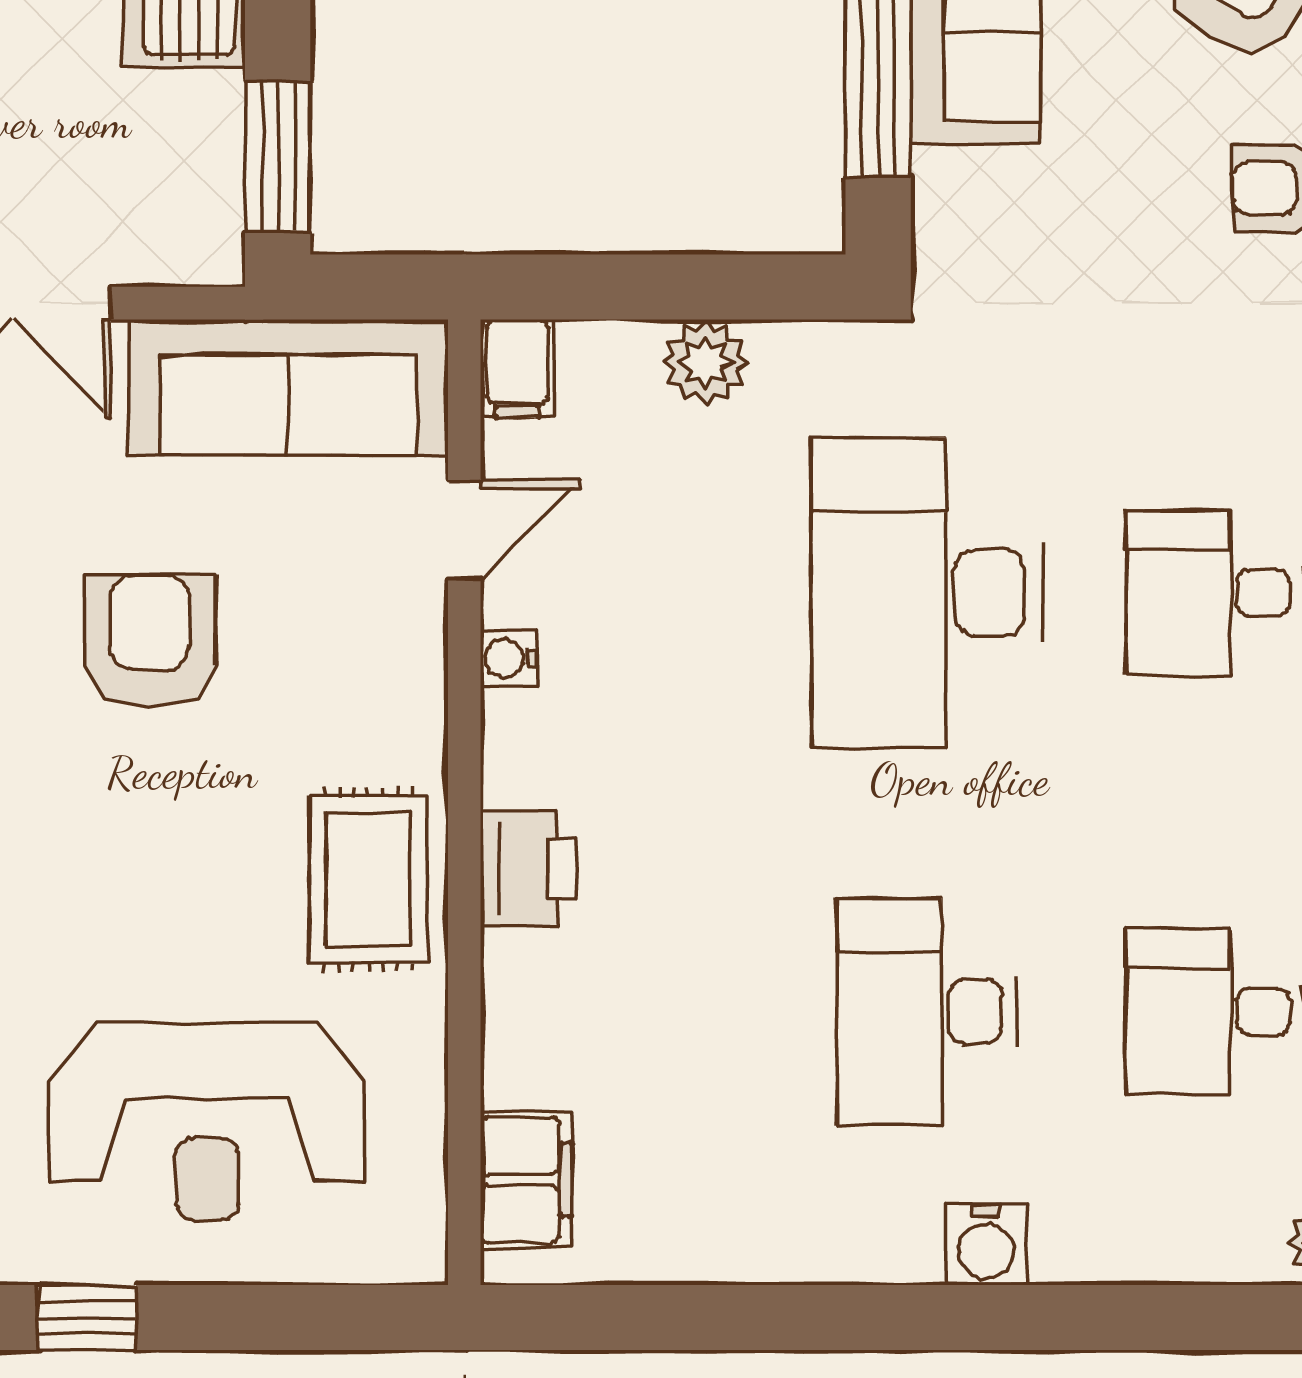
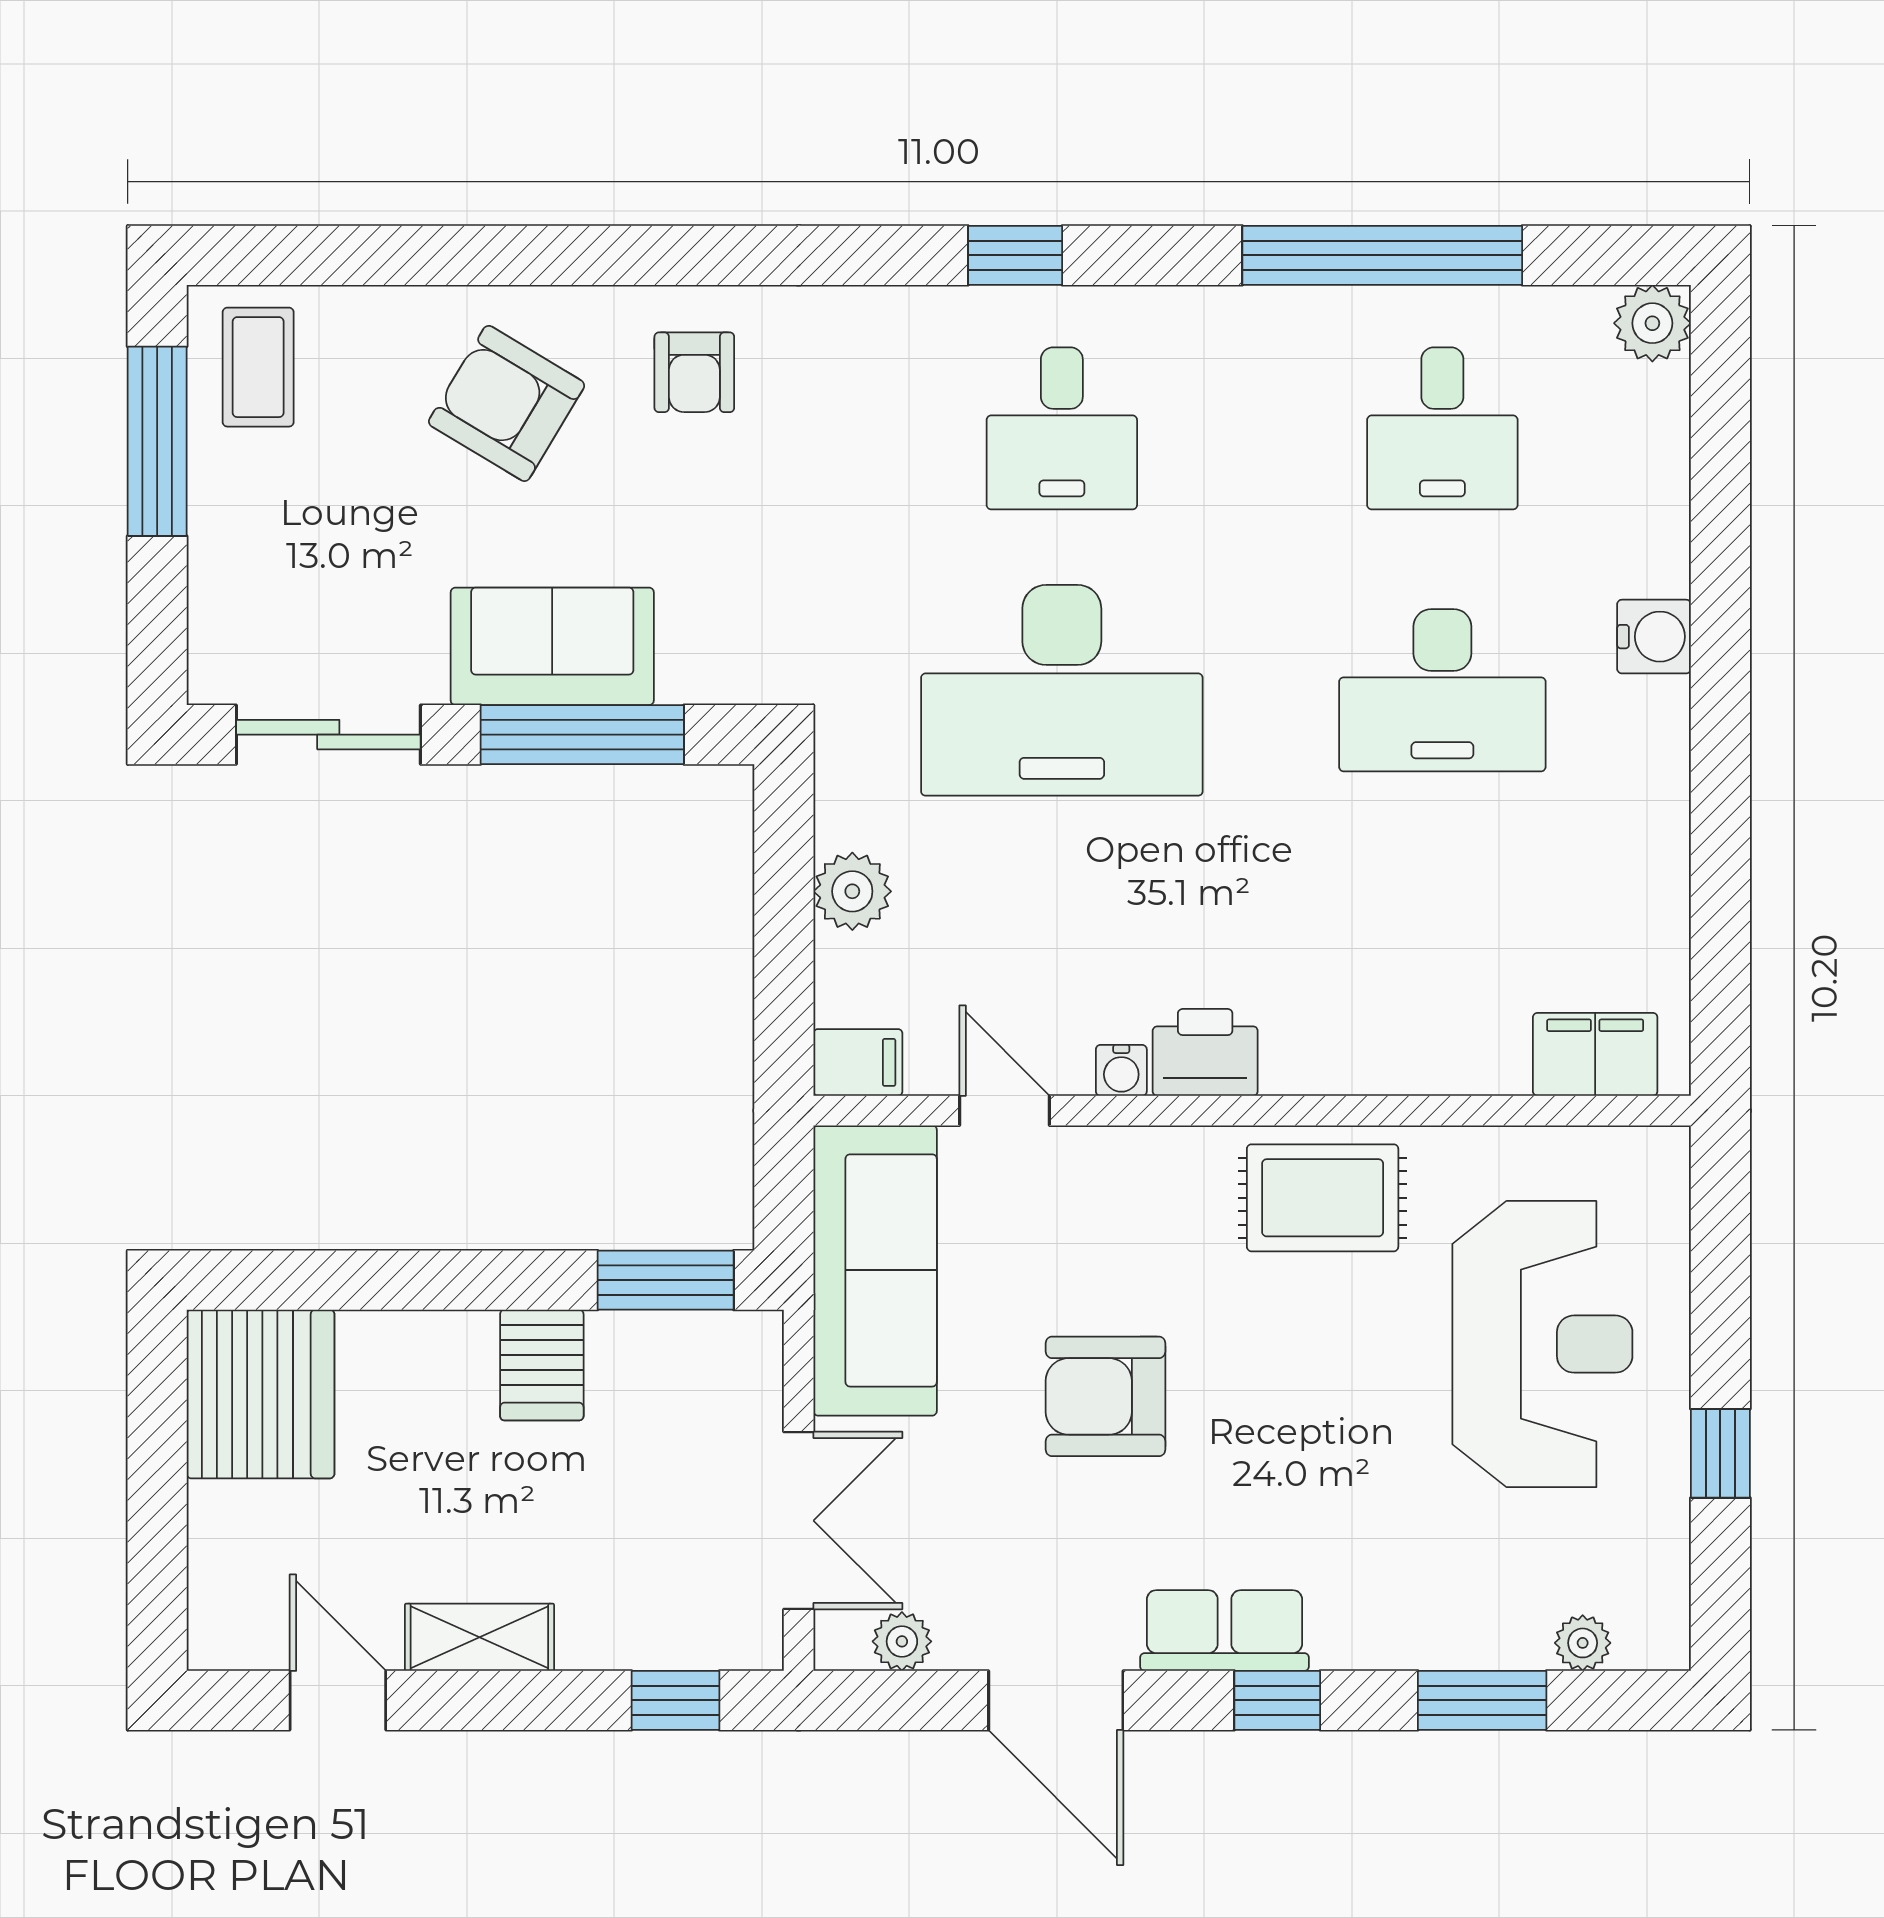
printer: (528, 868) -> (1205, 1052), moved

